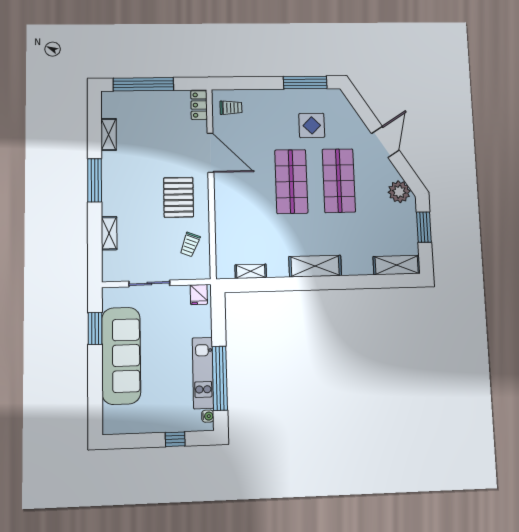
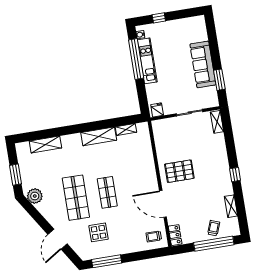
door: (385, 142) -> (57, 239), moved
window: (95, 180) -> (235, 175), width x0.46
shop shelf: (291, 181) -> (107, 192), width x0.70, depth x0.74
pallet: (179, 197) -> (179, 171), turned 90
shelving: (109, 233) -> (217, 122), moved
trolley: (190, 244) -> (214, 228), moved
shelving: (397, 265) -> (45, 144), moved
shelving: (315, 266) -> (99, 136), moved
sofa: (121, 356) -> (203, 64), width x0.74, depth x0.79

